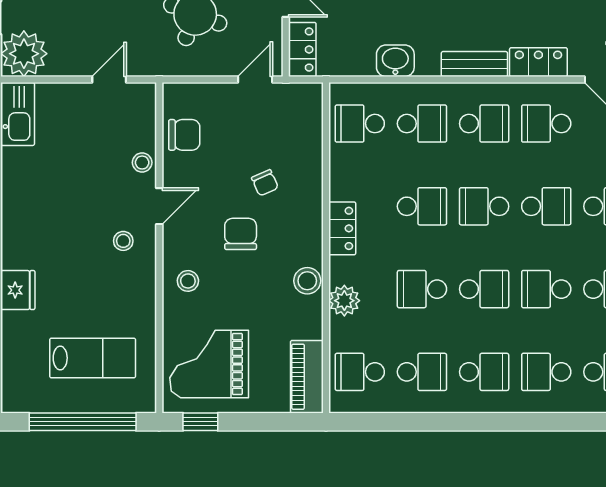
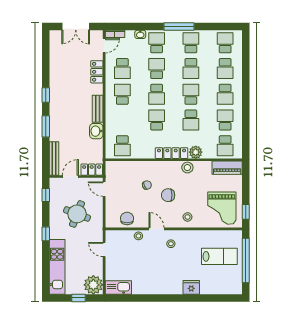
bench: (474, 64) -> (98, 109), moved
school desk: (422, 124) -> (122, 120), removed
locker: (342, 228) -> (172, 153), width x1.53
lab bench: (93, 358) -> (219, 256), turned 90
school desk: (484, 372) -> (225, 94), turned 180

